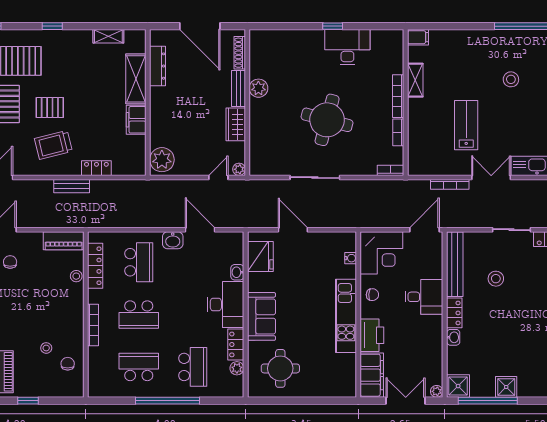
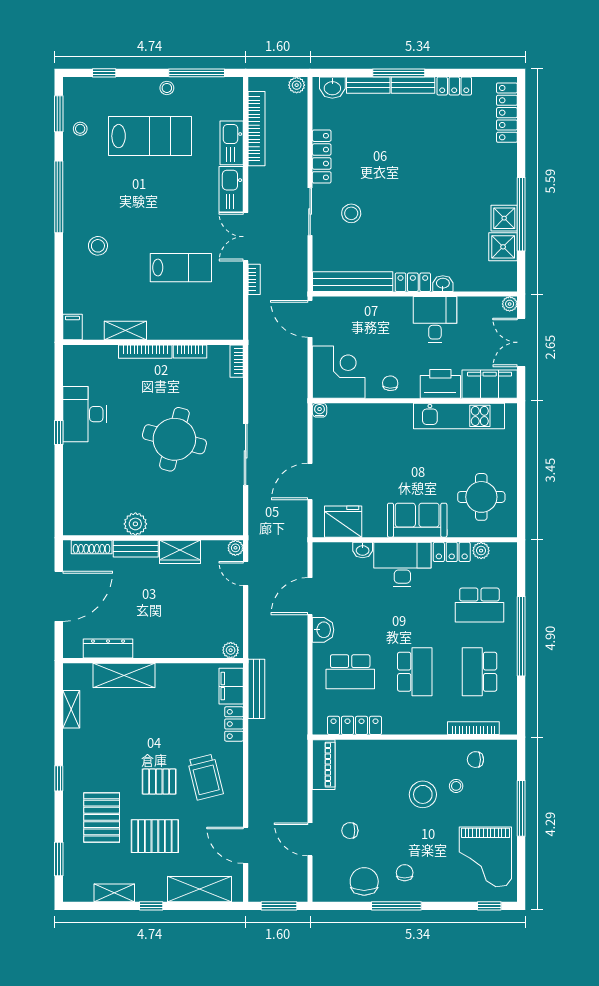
stool: (511, 79) -> (98, 246), moved
pallet: (50, 107) -> (159, 782), turned 90
filing cabinet: (136, 120) -> (231, 686), moved, turned 90
lab bench: (466, 125) -> (181, 268), turned 180
plant: (162, 160) -> (231, 650), width x0.53, depth x0.53
bookcase: (450, 184) -> (254, 279), width x0.64
bench: (72, 186) -> (256, 689), moved, width x1.36
water cooler: (351, 258) -> (320, 410), moved
school desk: (139, 262) -> (350, 672), turned 180
stool: (76, 276) -> (423, 794), moved, width x1.89, depth x1.89
stool: (496, 279) -> (351, 213), moved
desk: (424, 297) -> (435, 320), moved
kitchen unit: (346, 316) -> (459, 416), moved
bookcase: (93, 325) -> (473, 728), moved
school desk: (193, 367) -> (479, 605), turned 180
shower: (458, 386) -> (503, 247), moved
window: (28, 401) -> (521, 808), width x2.17
window: (488, 401) -> (521, 214), moved

